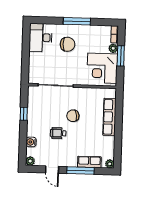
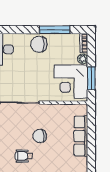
window: (77, 21) -> (55, 30), moved
chair: (68, 44) -> (39, 44), moved, turned 180
window: (121, 56) -> (91, 78), moved

